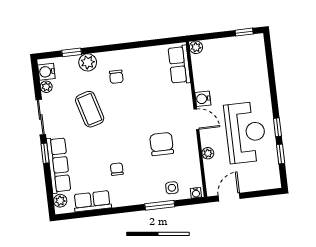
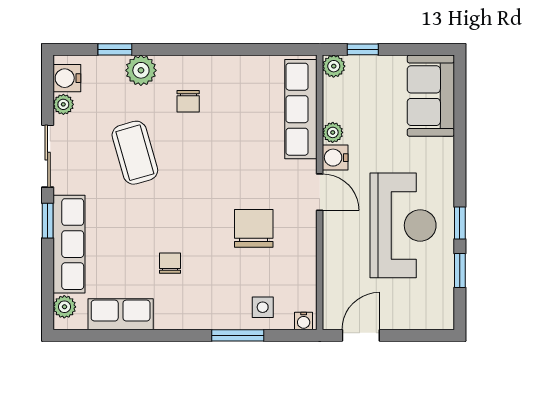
window: (244, 32) -> (363, 49), moved
sofa: (253, 58) -> (431, 96), added
row of seats: (179, 65) -> (301, 109), width x1.48
plant: (208, 153) -> (333, 132), moved

